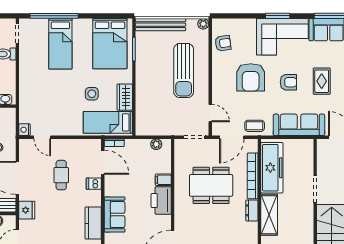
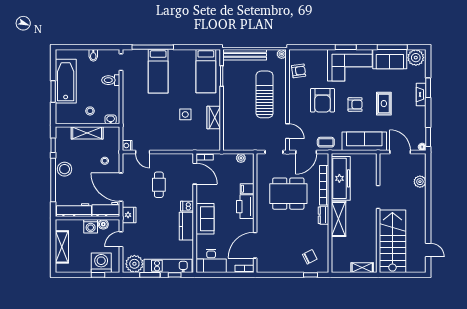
bed: (110, 44) -> (206, 71), width x0.67
sun lounger: (184, 71) -> (265, 94), turned 180
bed: (108, 122) -> (199, 139), removed
dishwasher: (94, 184) -> (187, 206), moved

